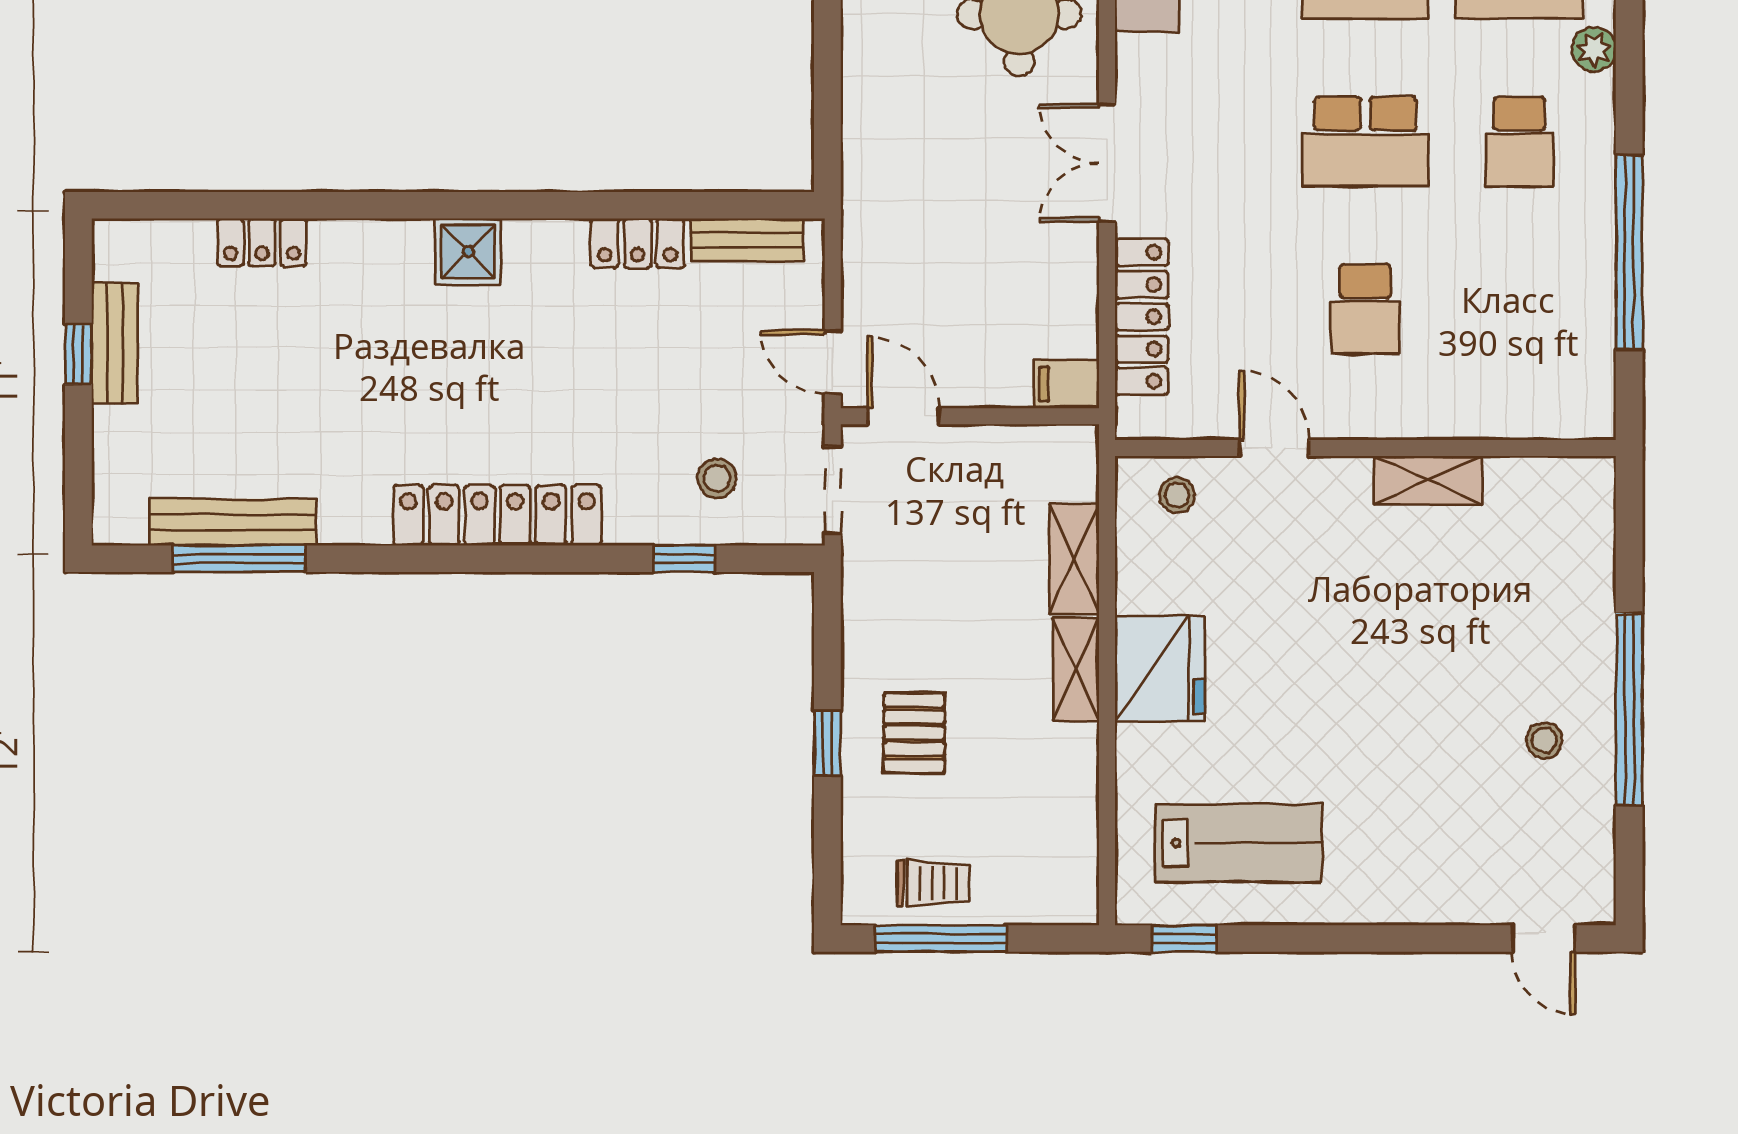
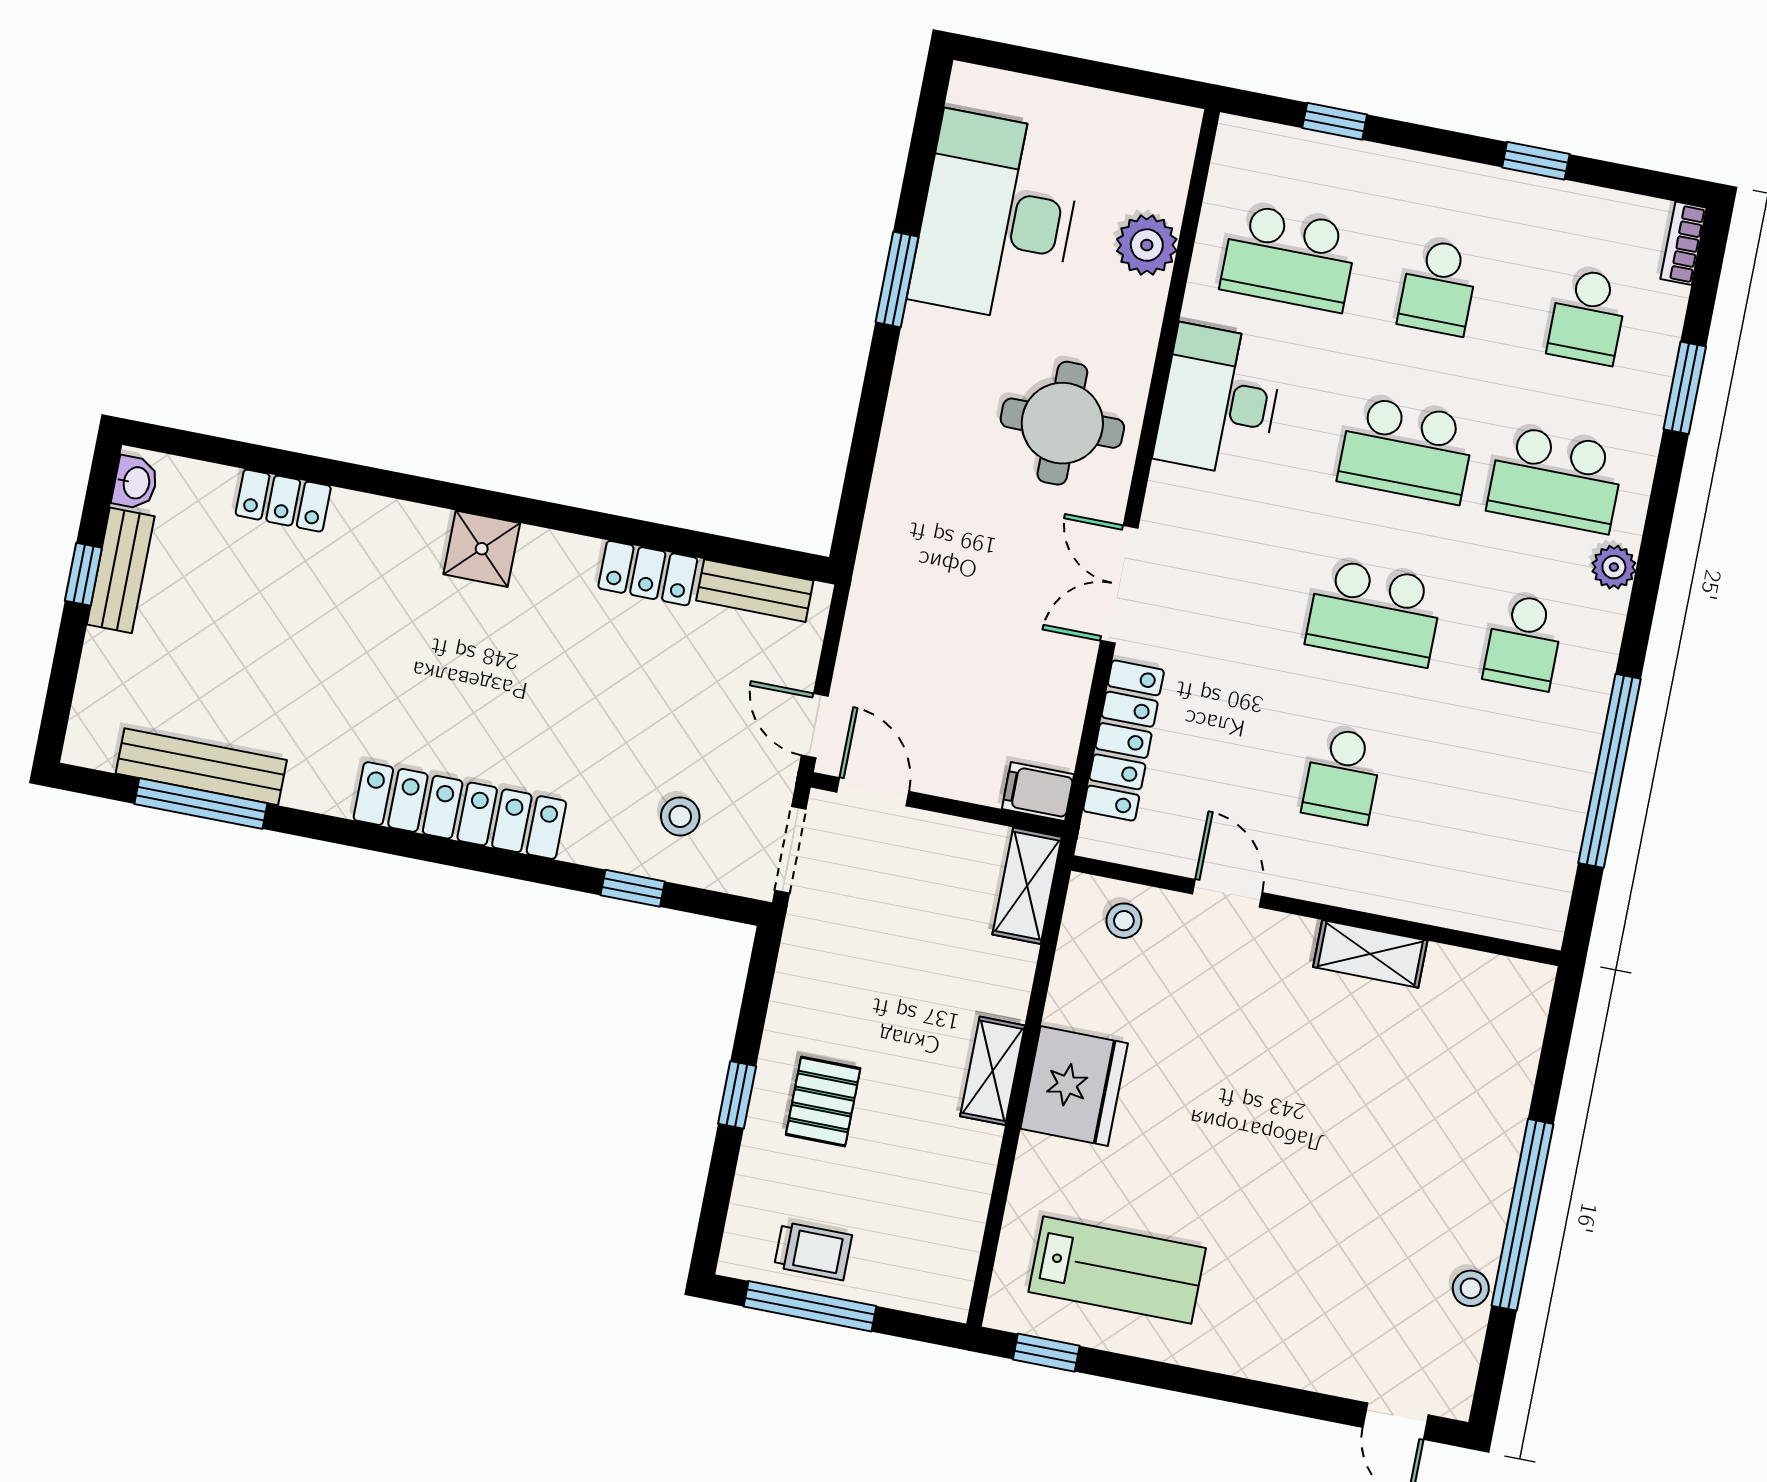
washbasin: (112, 253) -> (135, 483), added
shelving: (1074, 559) -> (1027, 886), moved
stool: (1544, 740) -> (1471, 1288), moved

